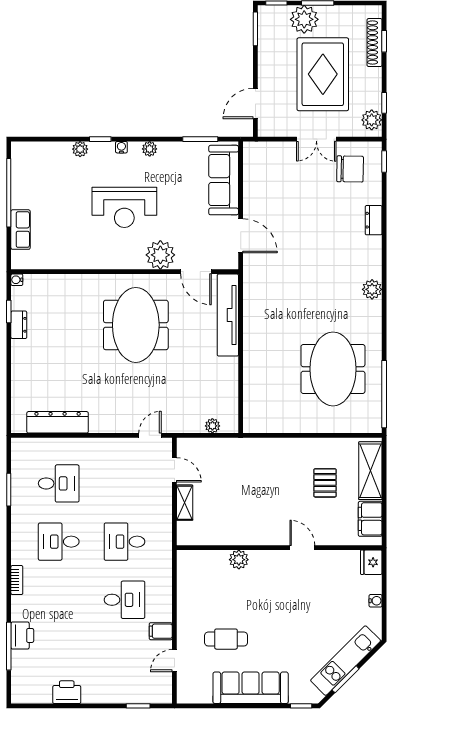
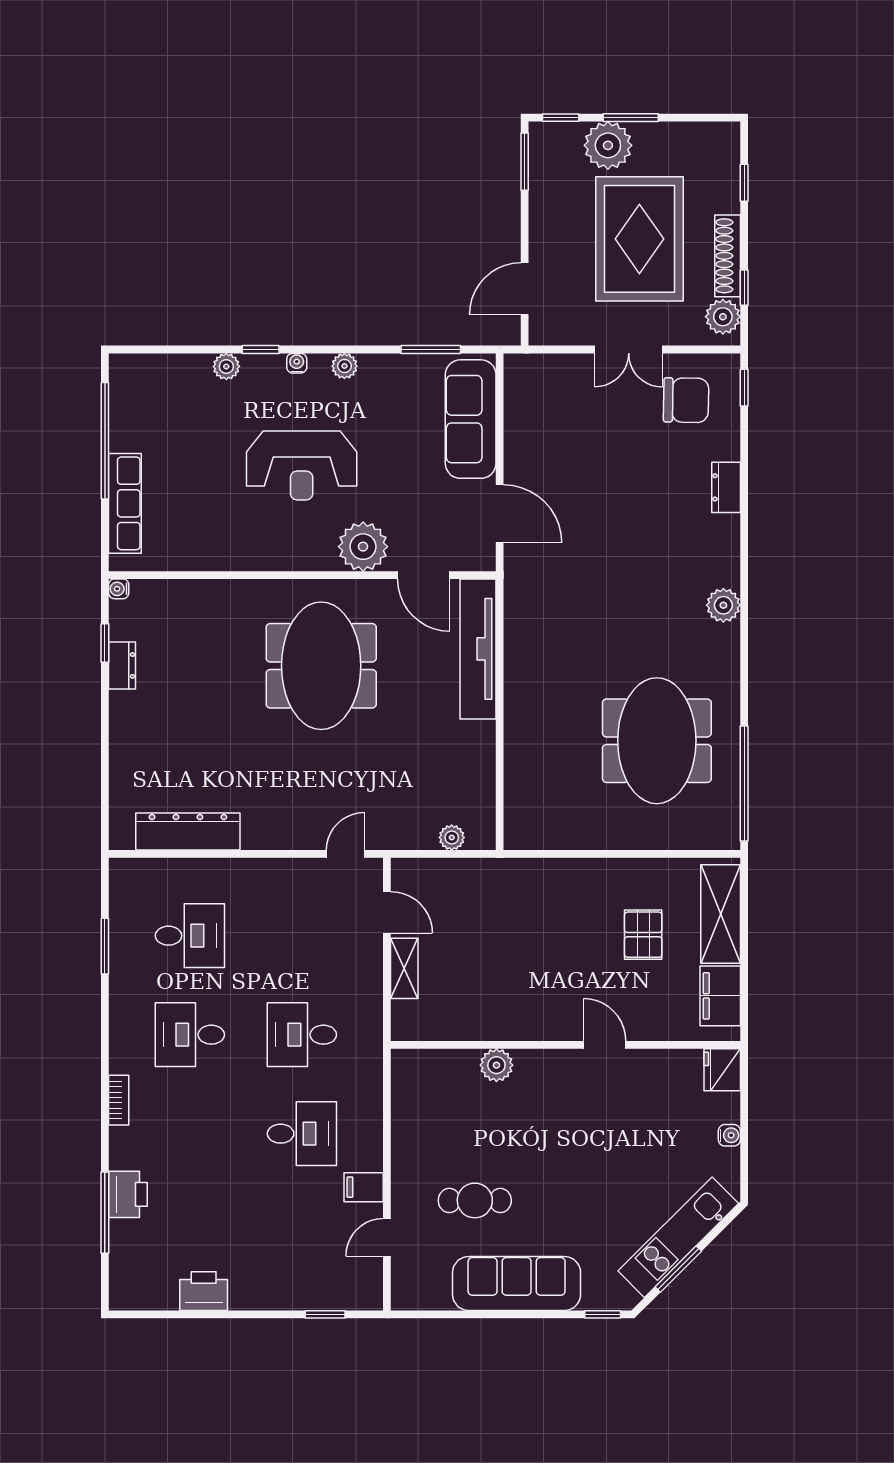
shoe rack: (375, 43) -> (728, 256), moved
row of seats: (21, 230) -> (125, 503), width x1.48

